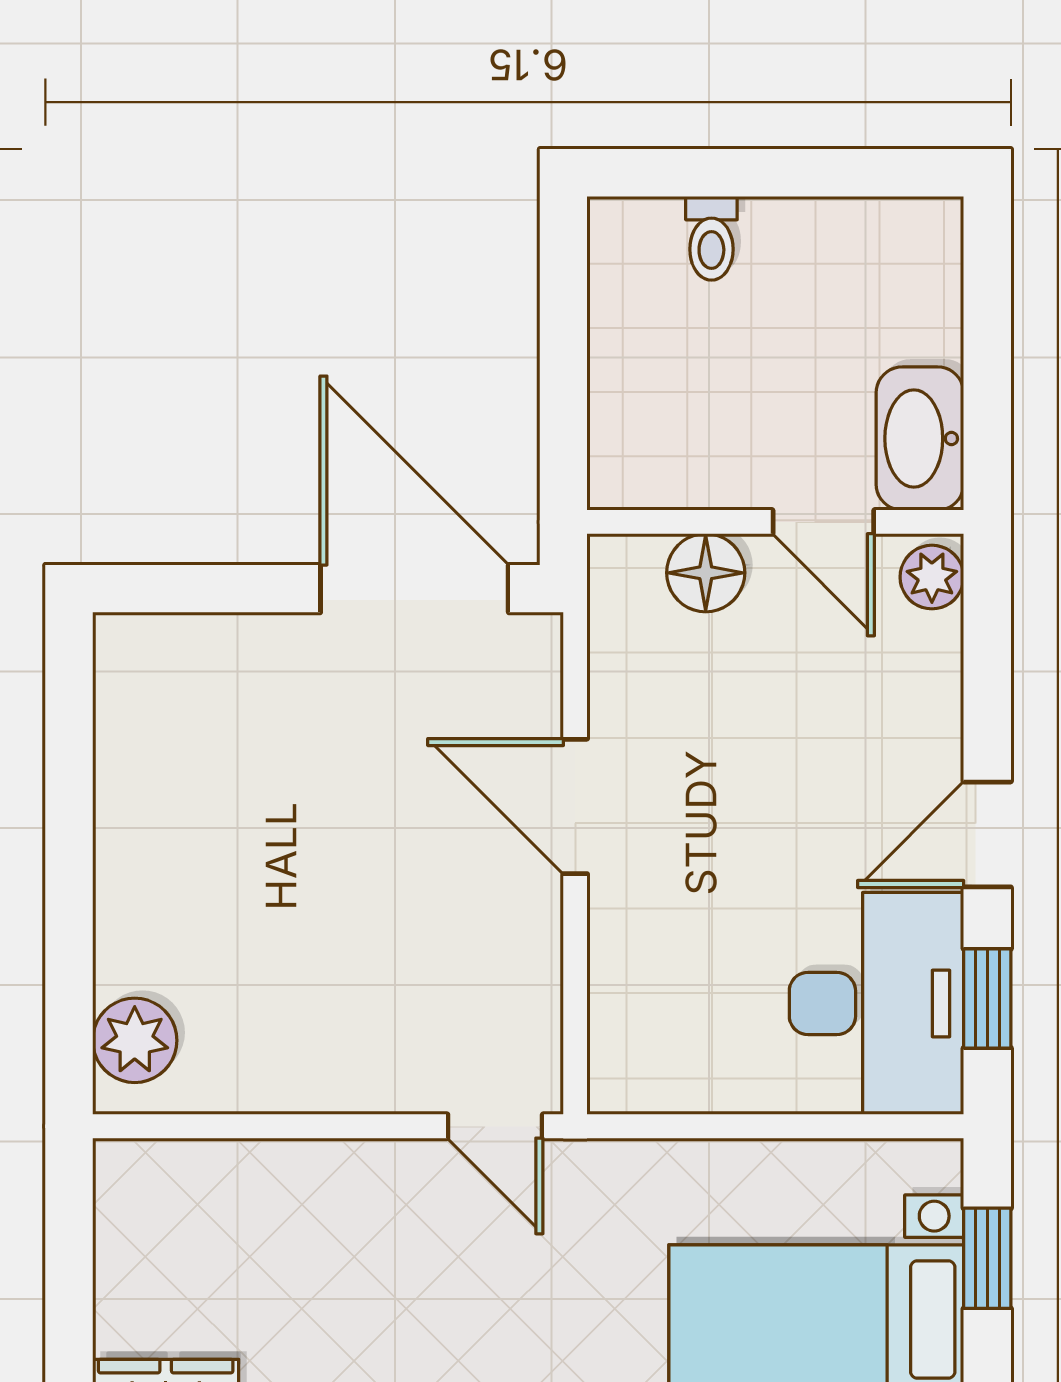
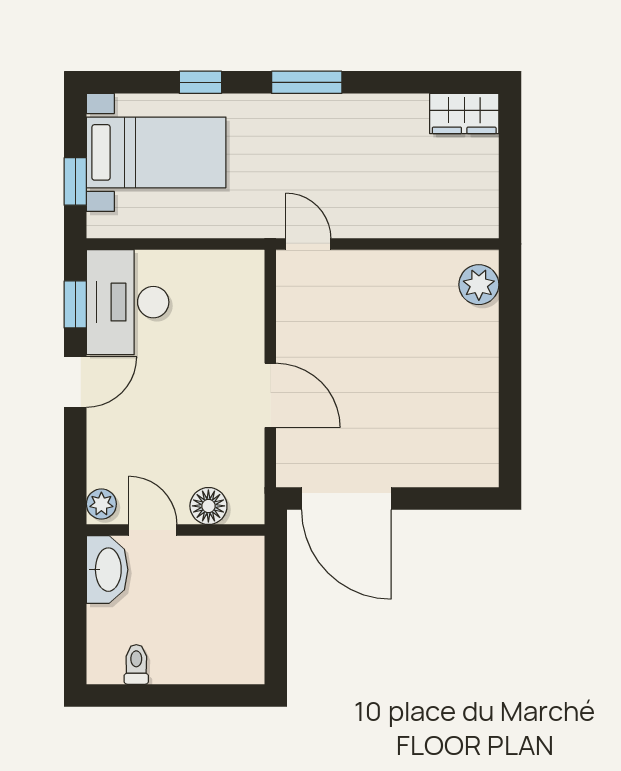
toilet: (711, 238) -> (136, 664), moved

